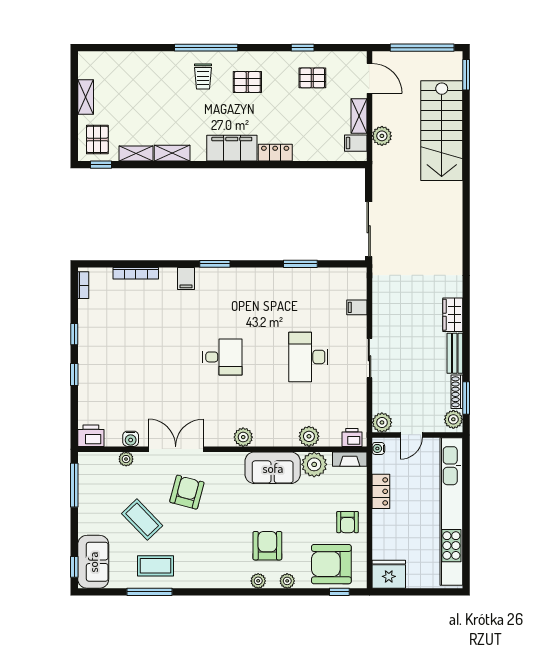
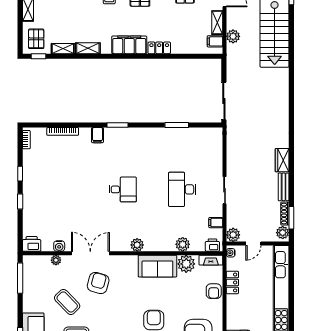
filing cabinet: (357, 307) -> (216, 223), moved
armchair: (348, 522) -> (214, 291), moved

